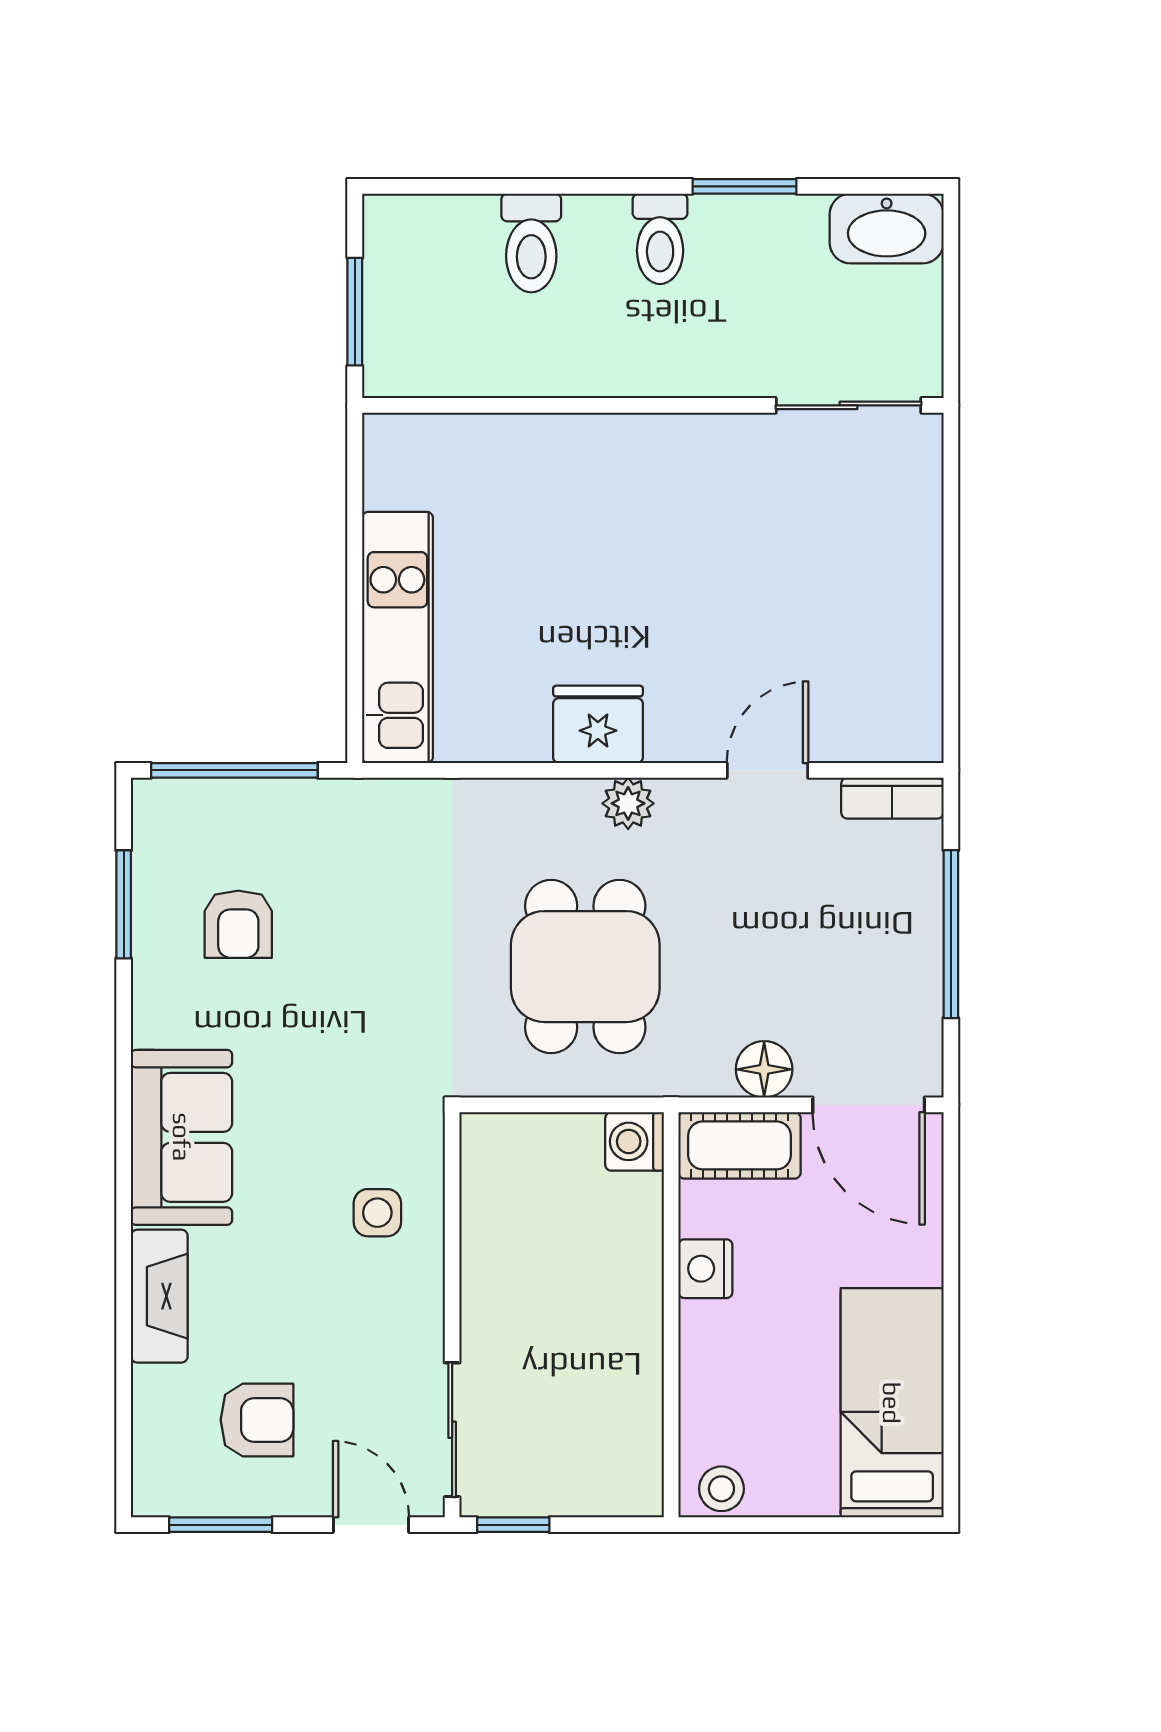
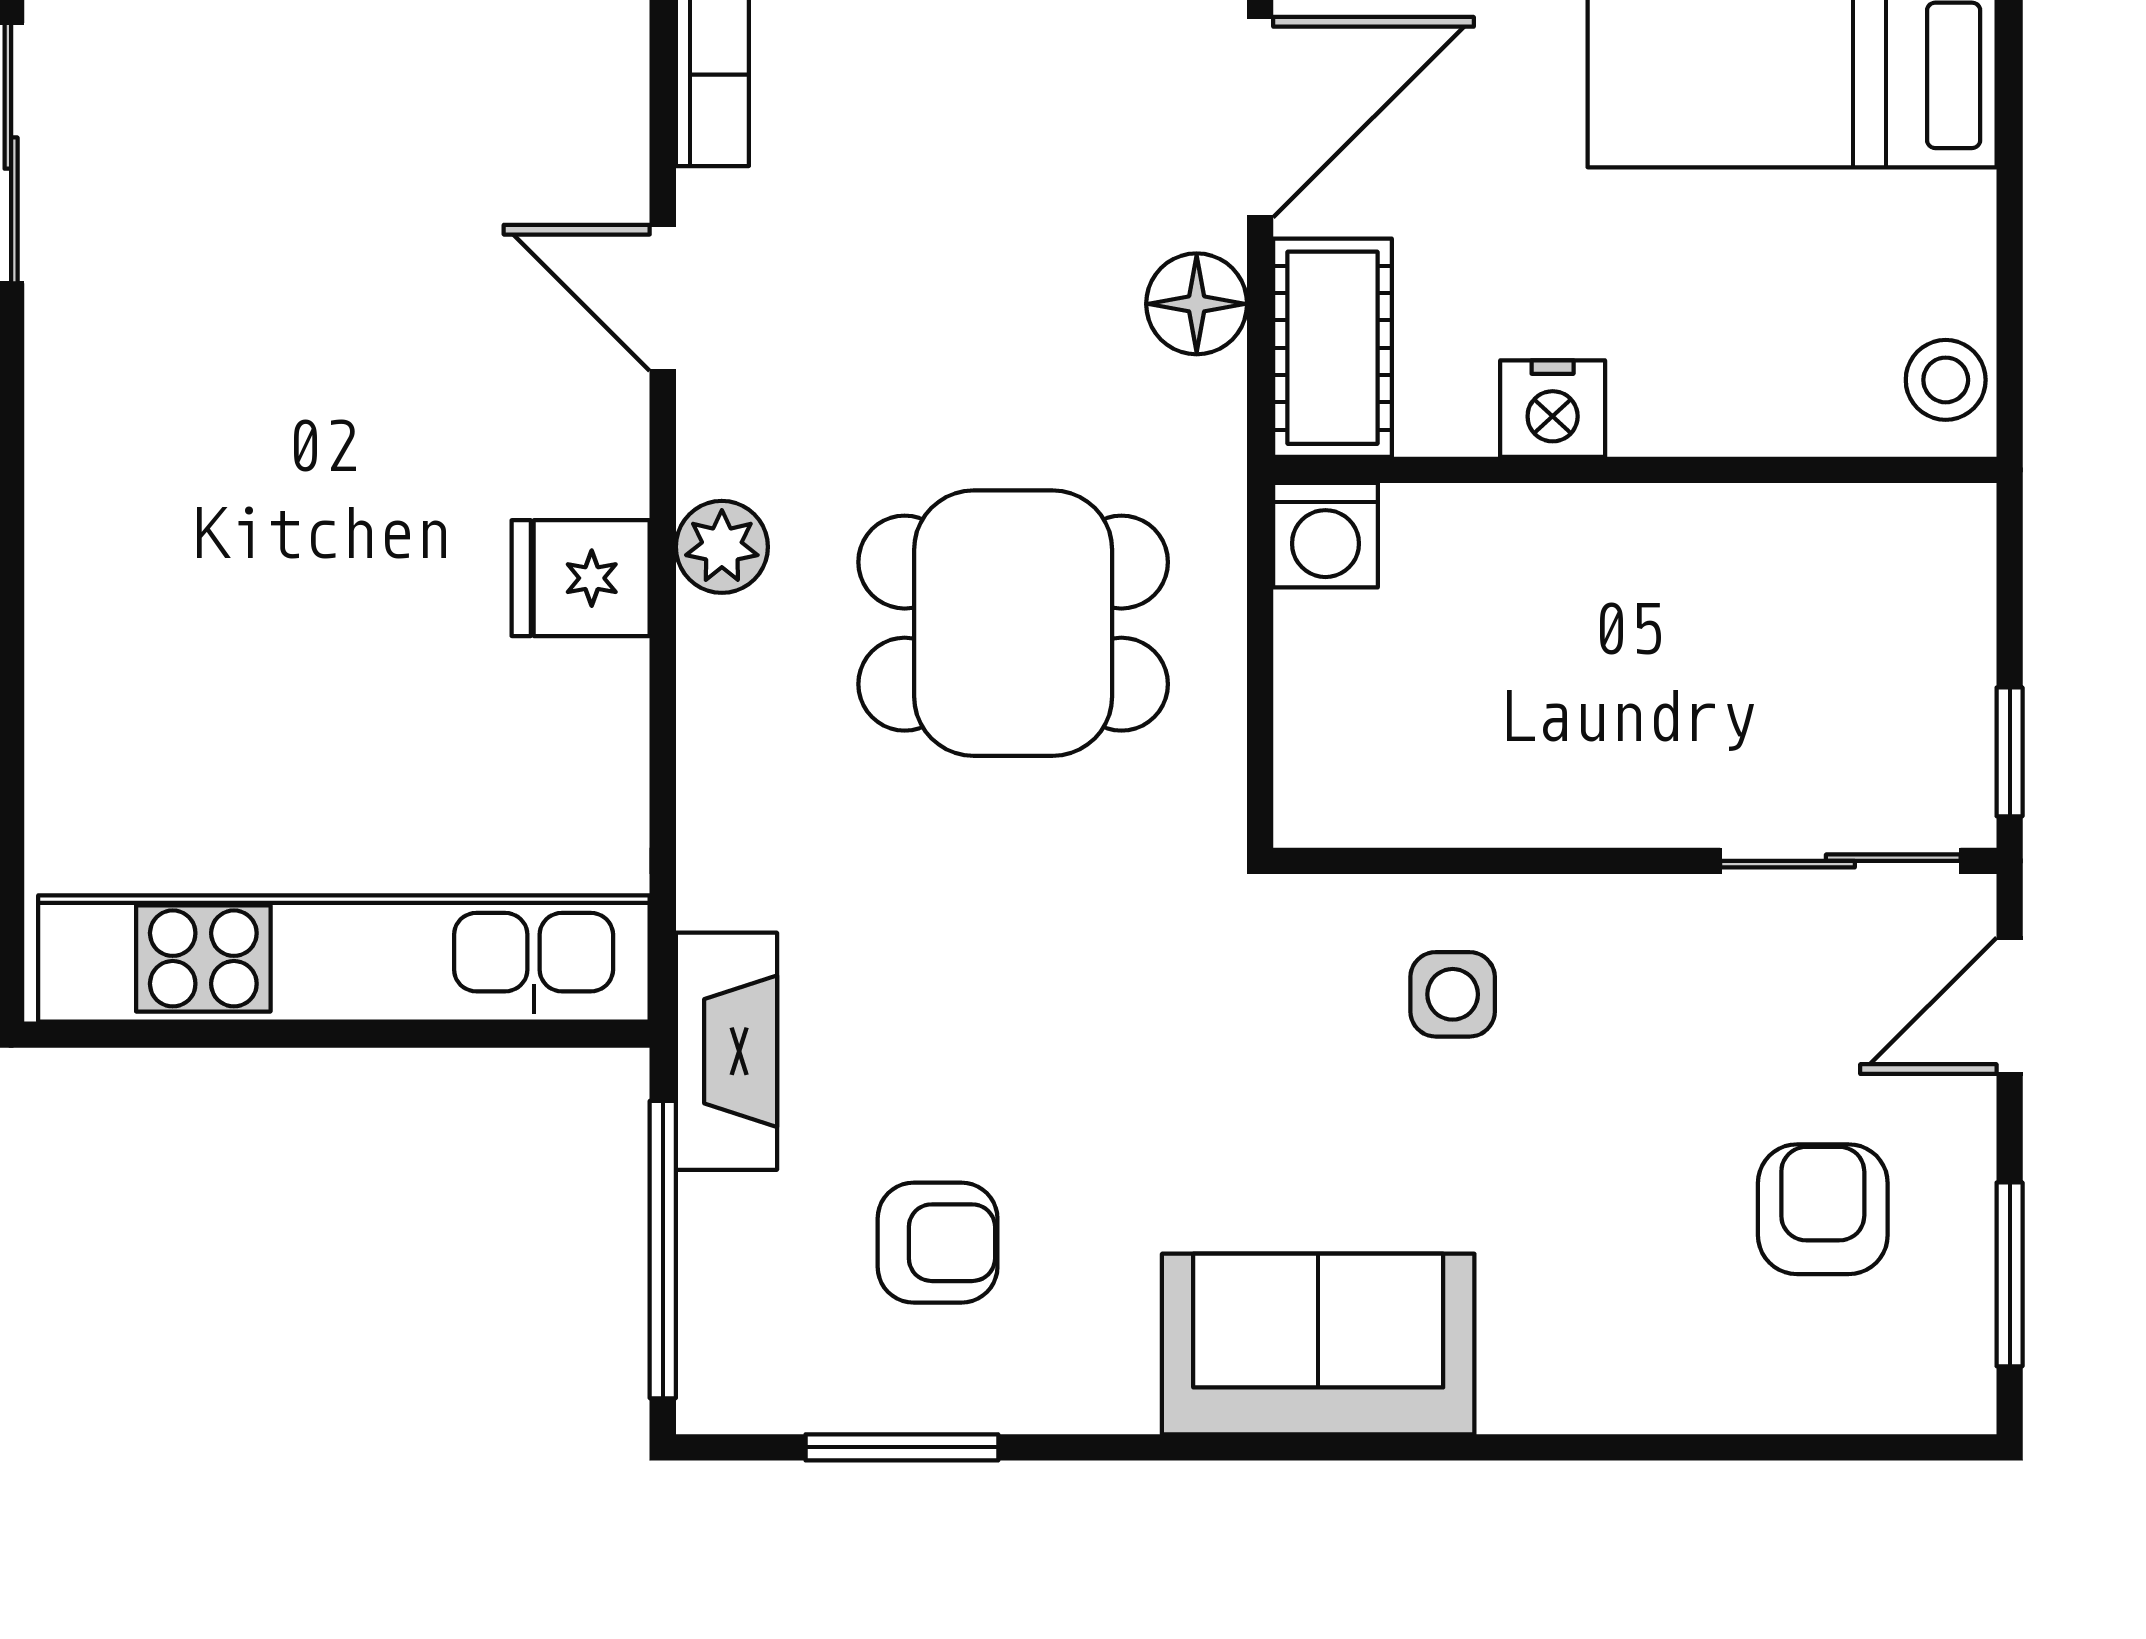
kitchen unit: (397, 637) -> (344, 958), width x1.36
fridge: (598, 724) -> (581, 578), width x0.72
fireplace: (159, 1296) -> (726, 1051), moved, turned 90

